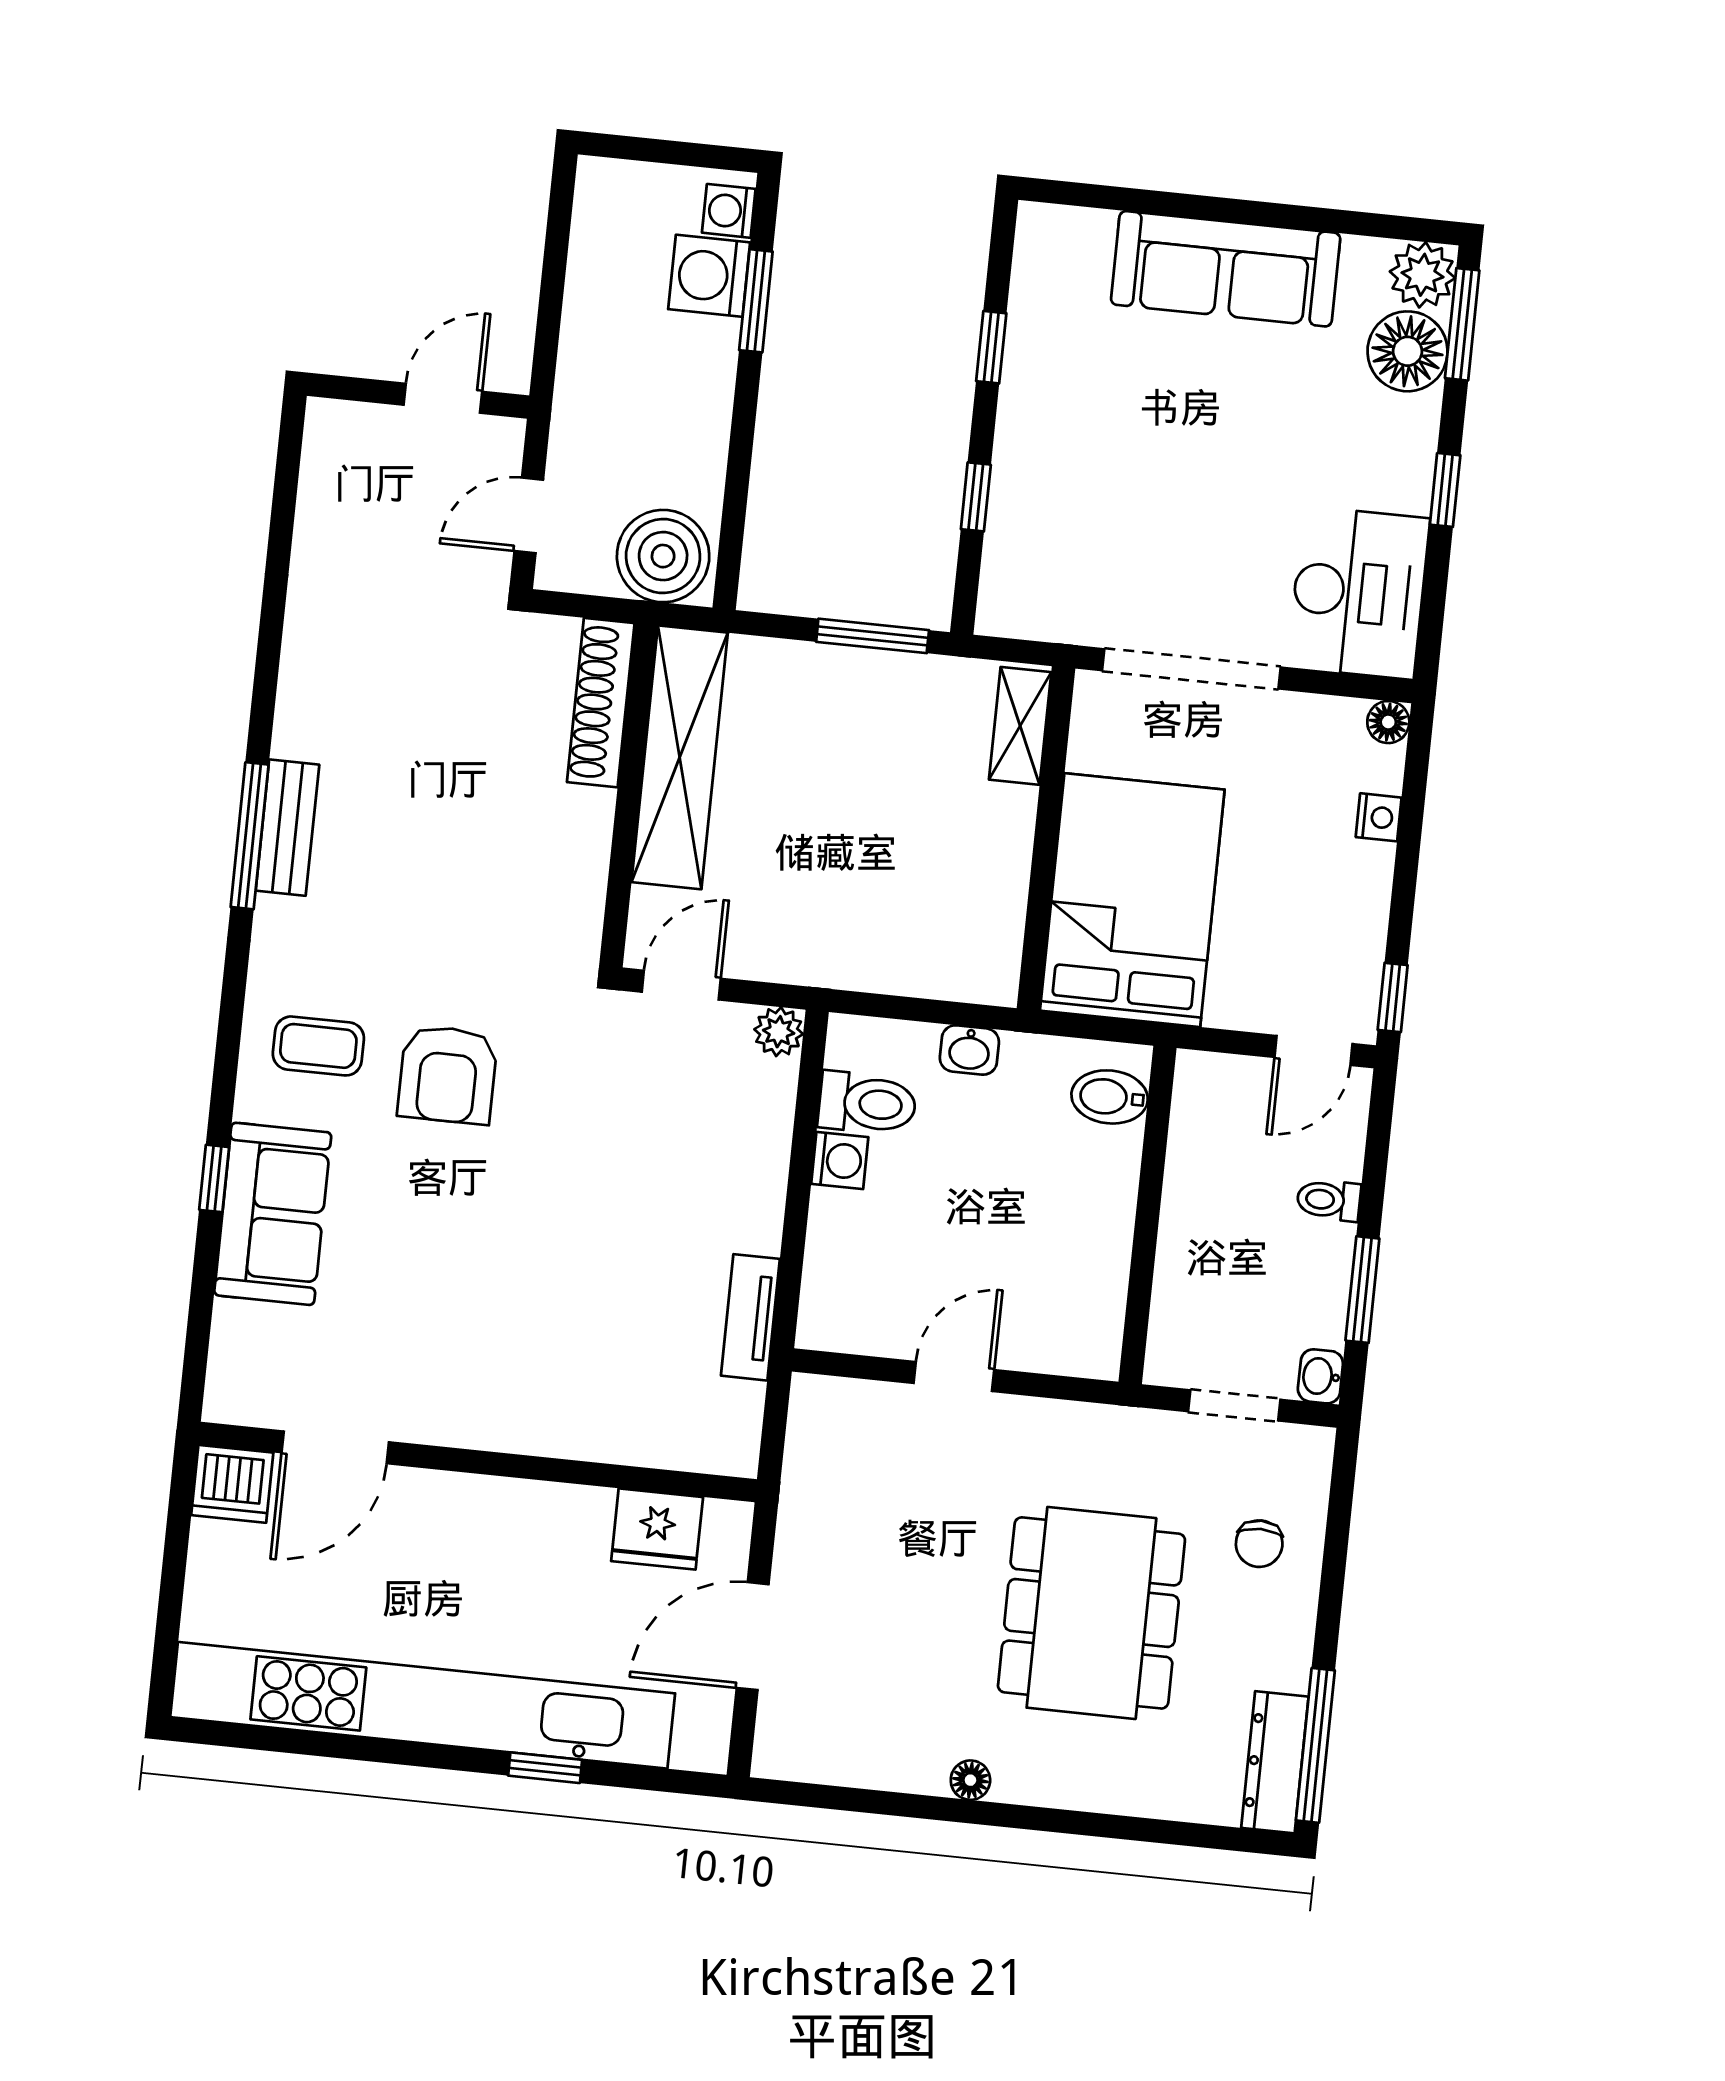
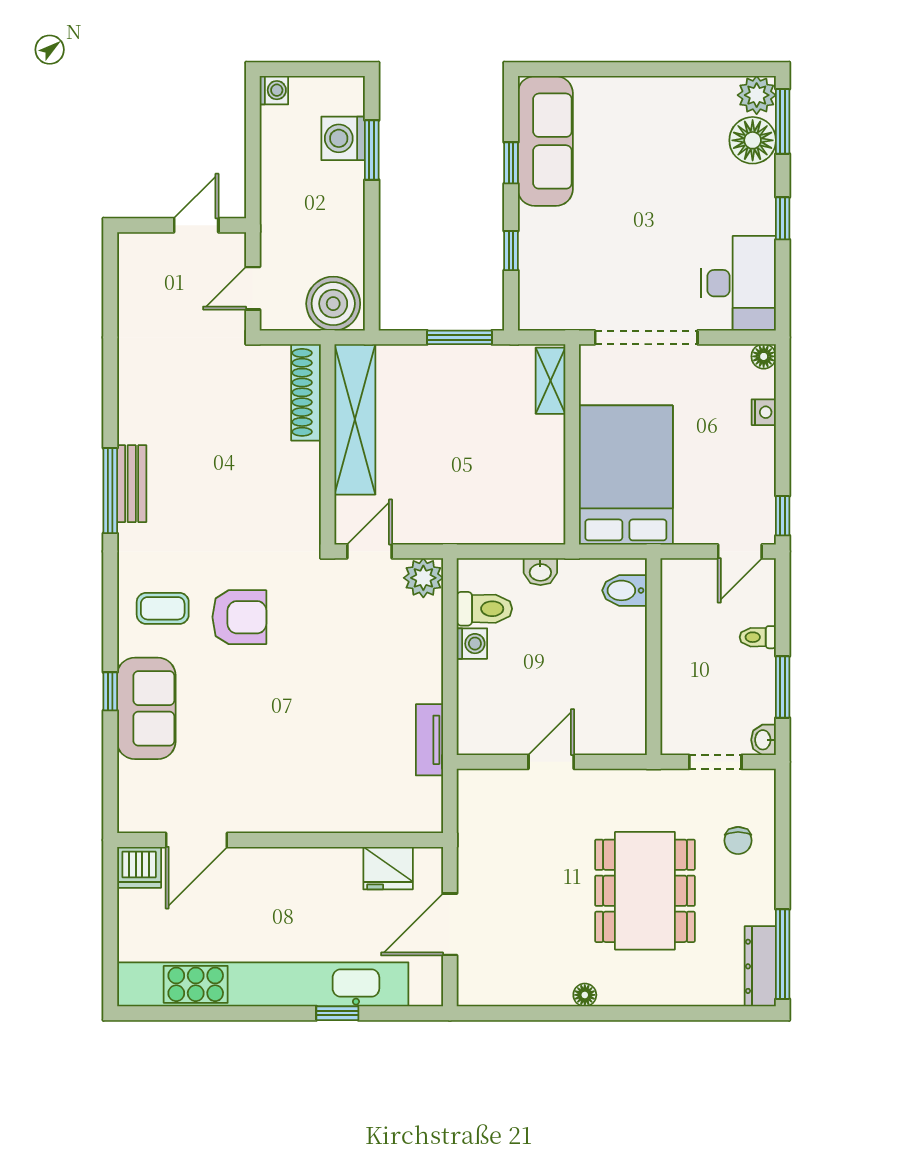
washing machine: (729, 211) -> (274, 90), moved, turned 180
sofa: (1226, 269) -> (545, 141), moved, turned -90
plant: (779, 1032) -> (423, 578), width x1.38, depth x1.38
armchair: (448, 1075) -> (239, 617), turned -90

